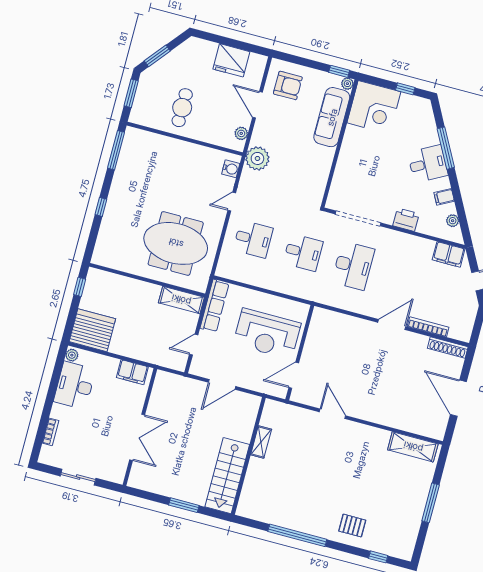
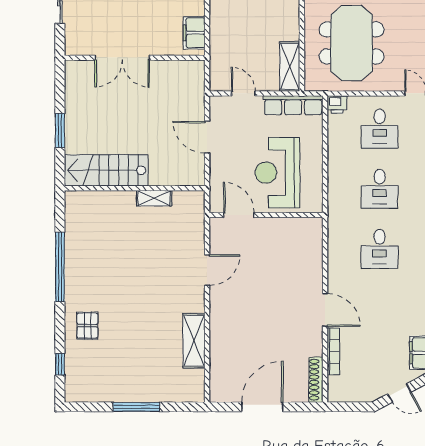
desk: (353, 266) -> (380, 249), width x0.73
printer: (224, 269) -> (337, 105), added
shelving: (413, 447) -> (194, 341), moved

